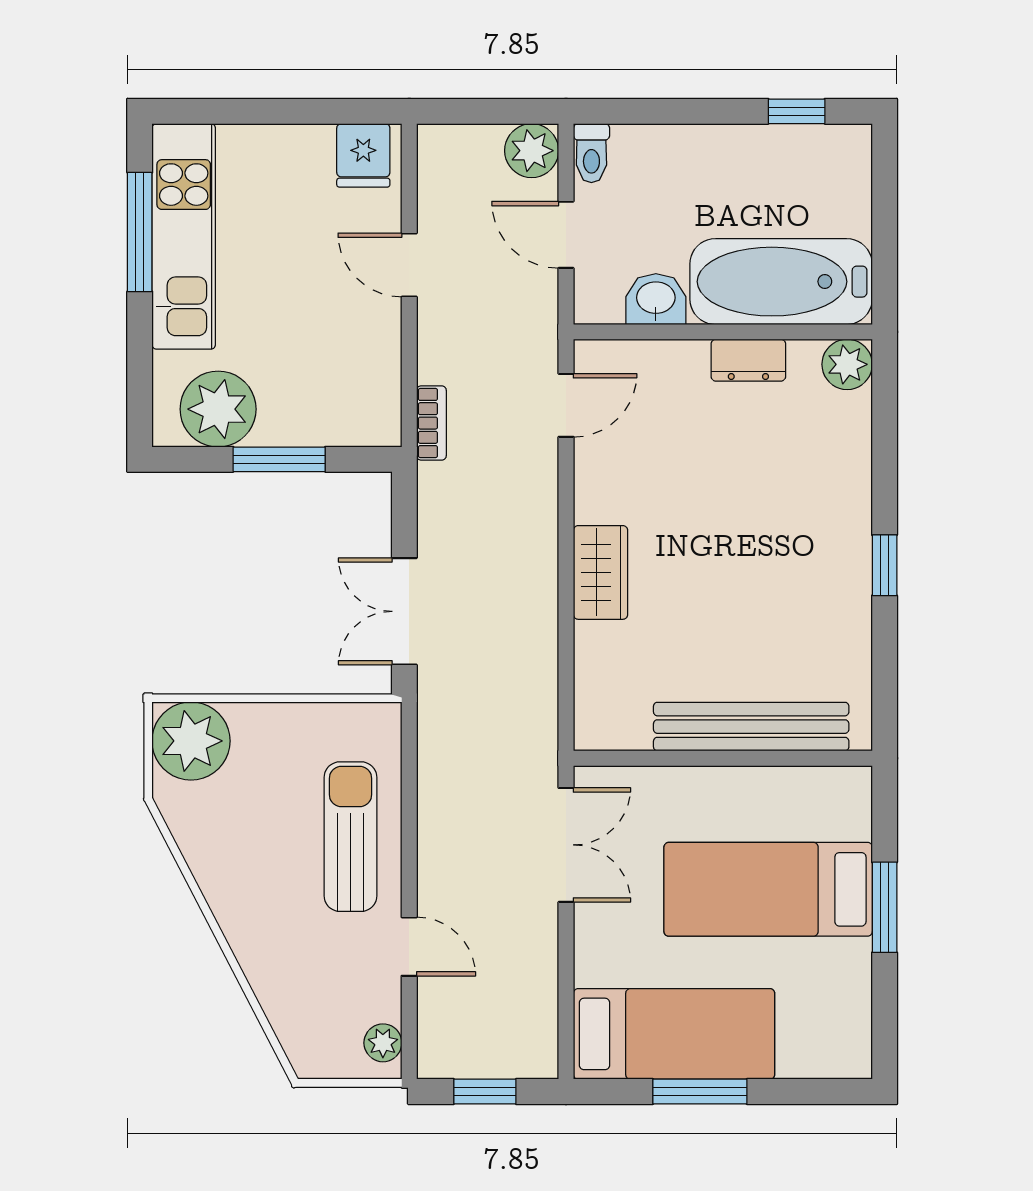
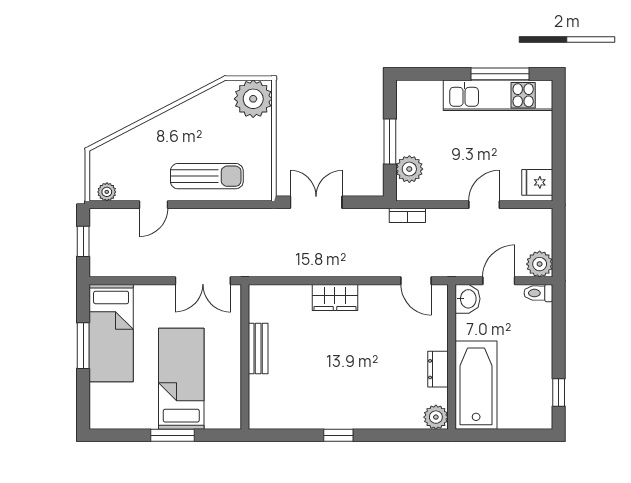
washbasin: (656, 299) -> (468, 299), moved
plant: (218, 409) -> (409, 169), moved, width x0.73, depth x0.73
bench: (751, 727) -> (258, 349), width x0.54, depth x0.82

